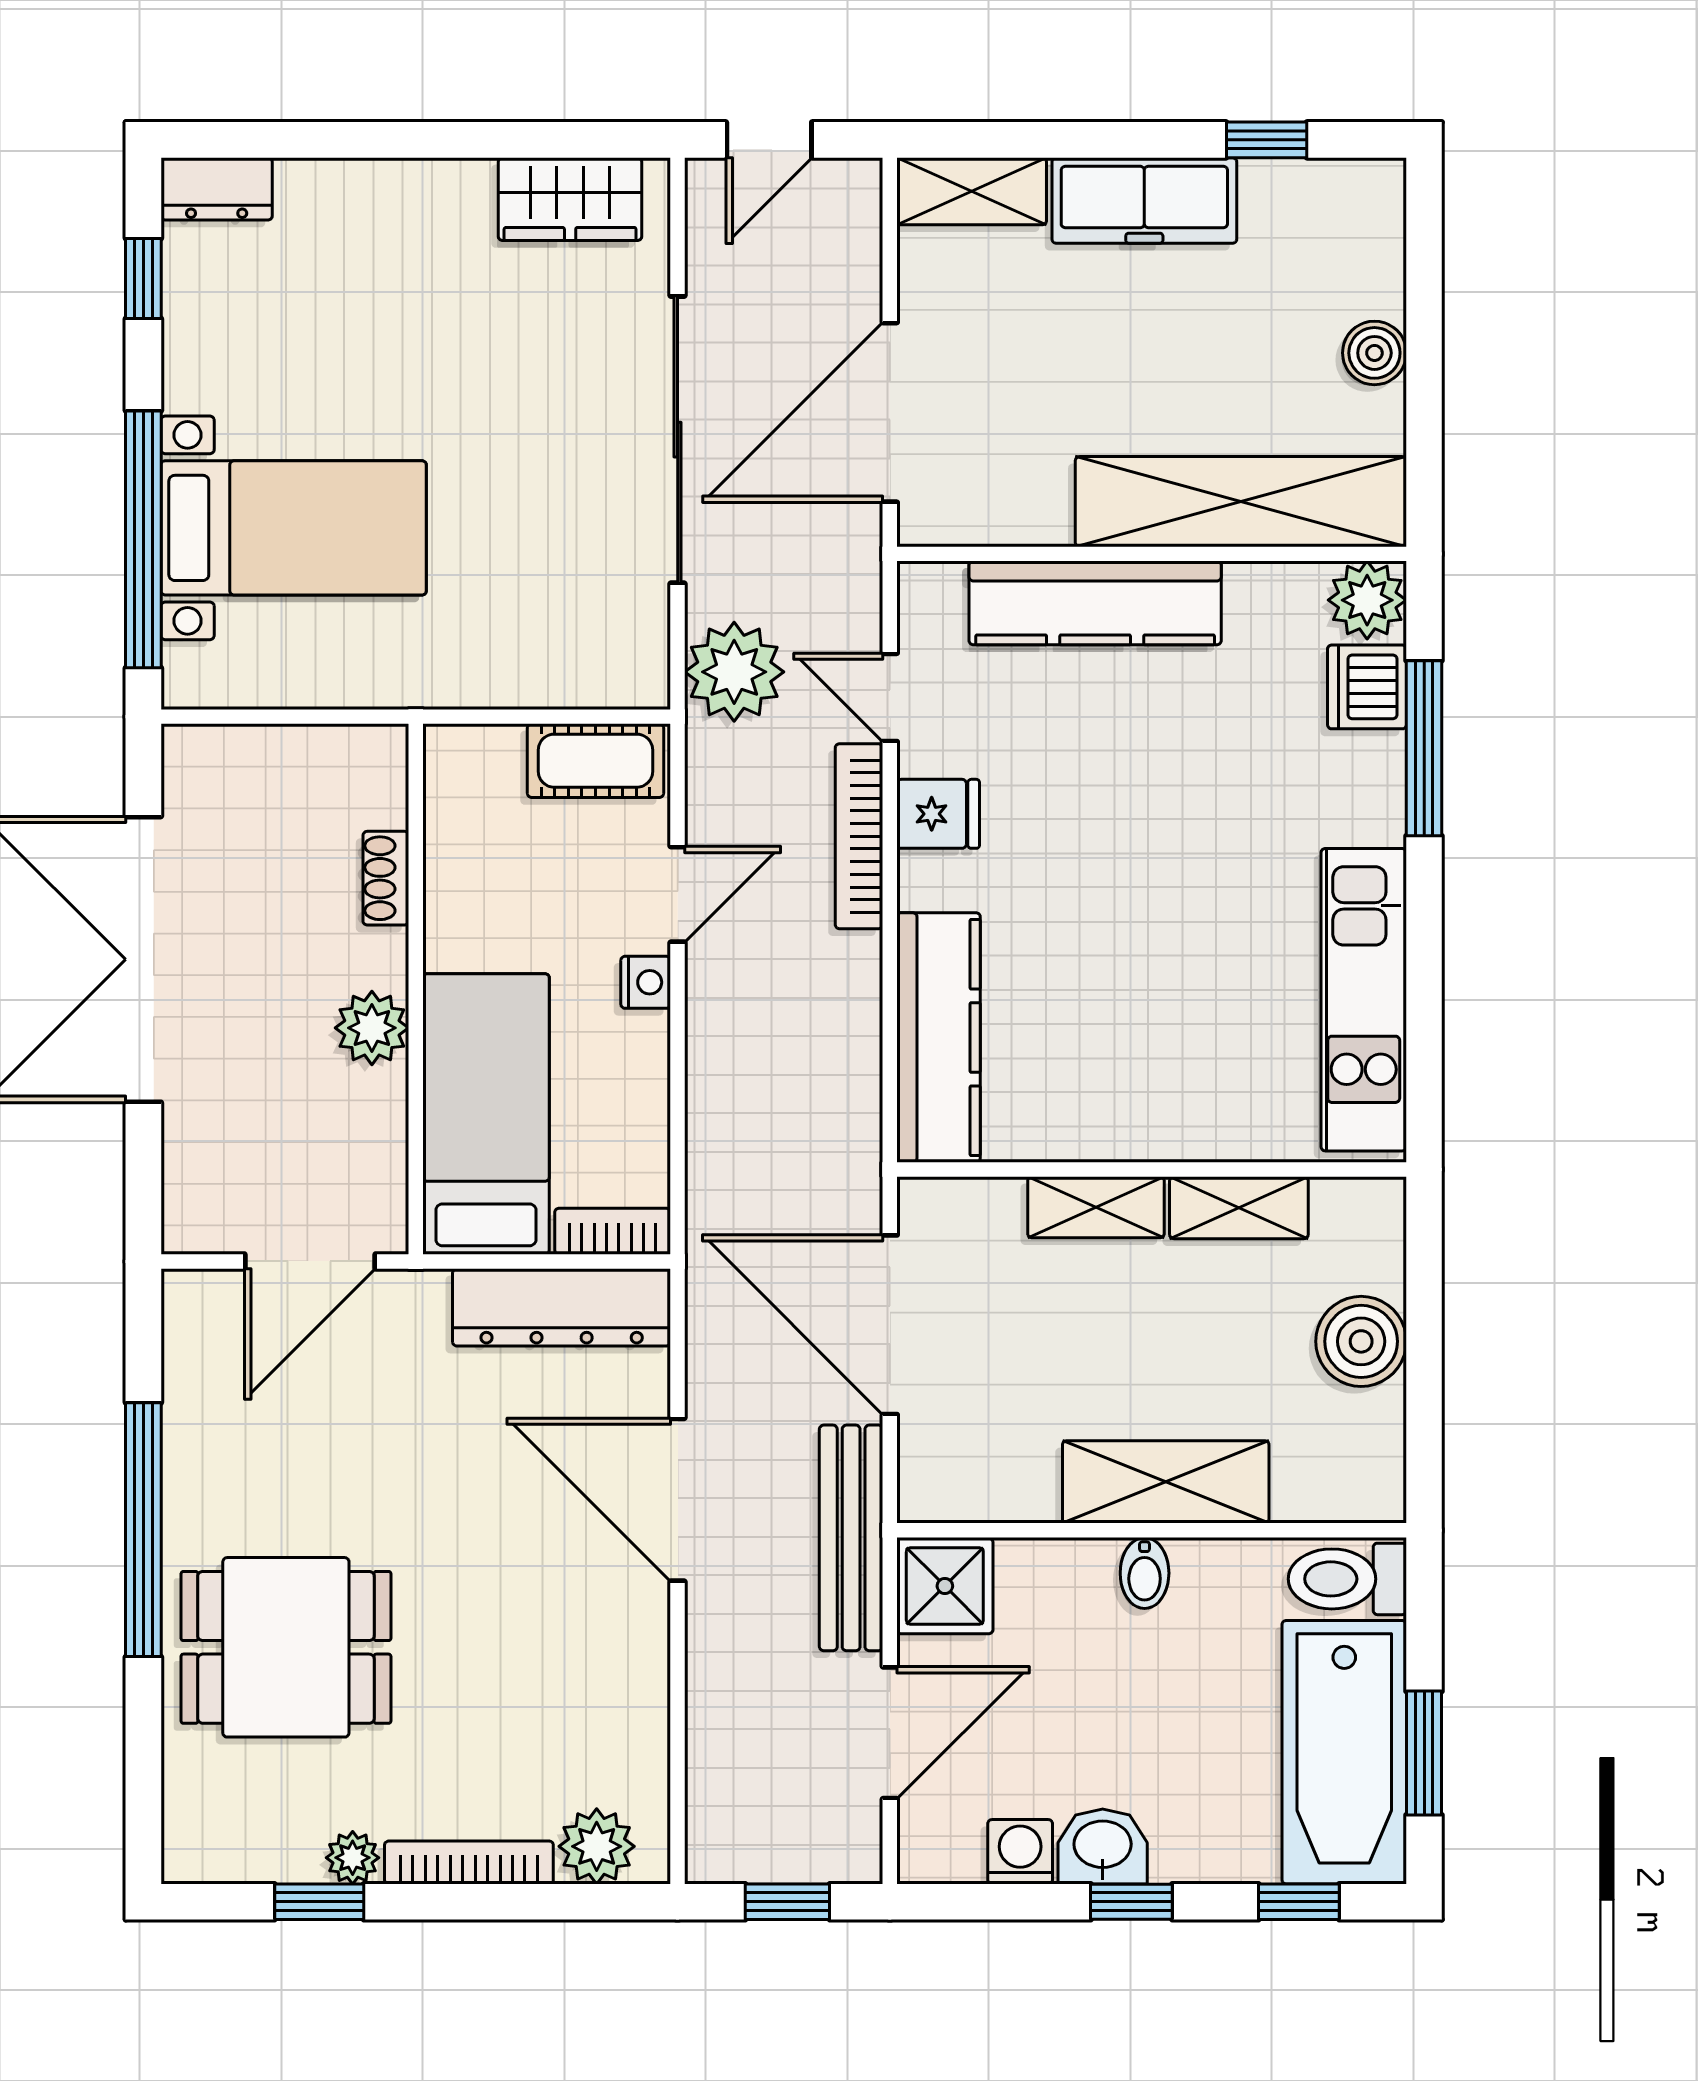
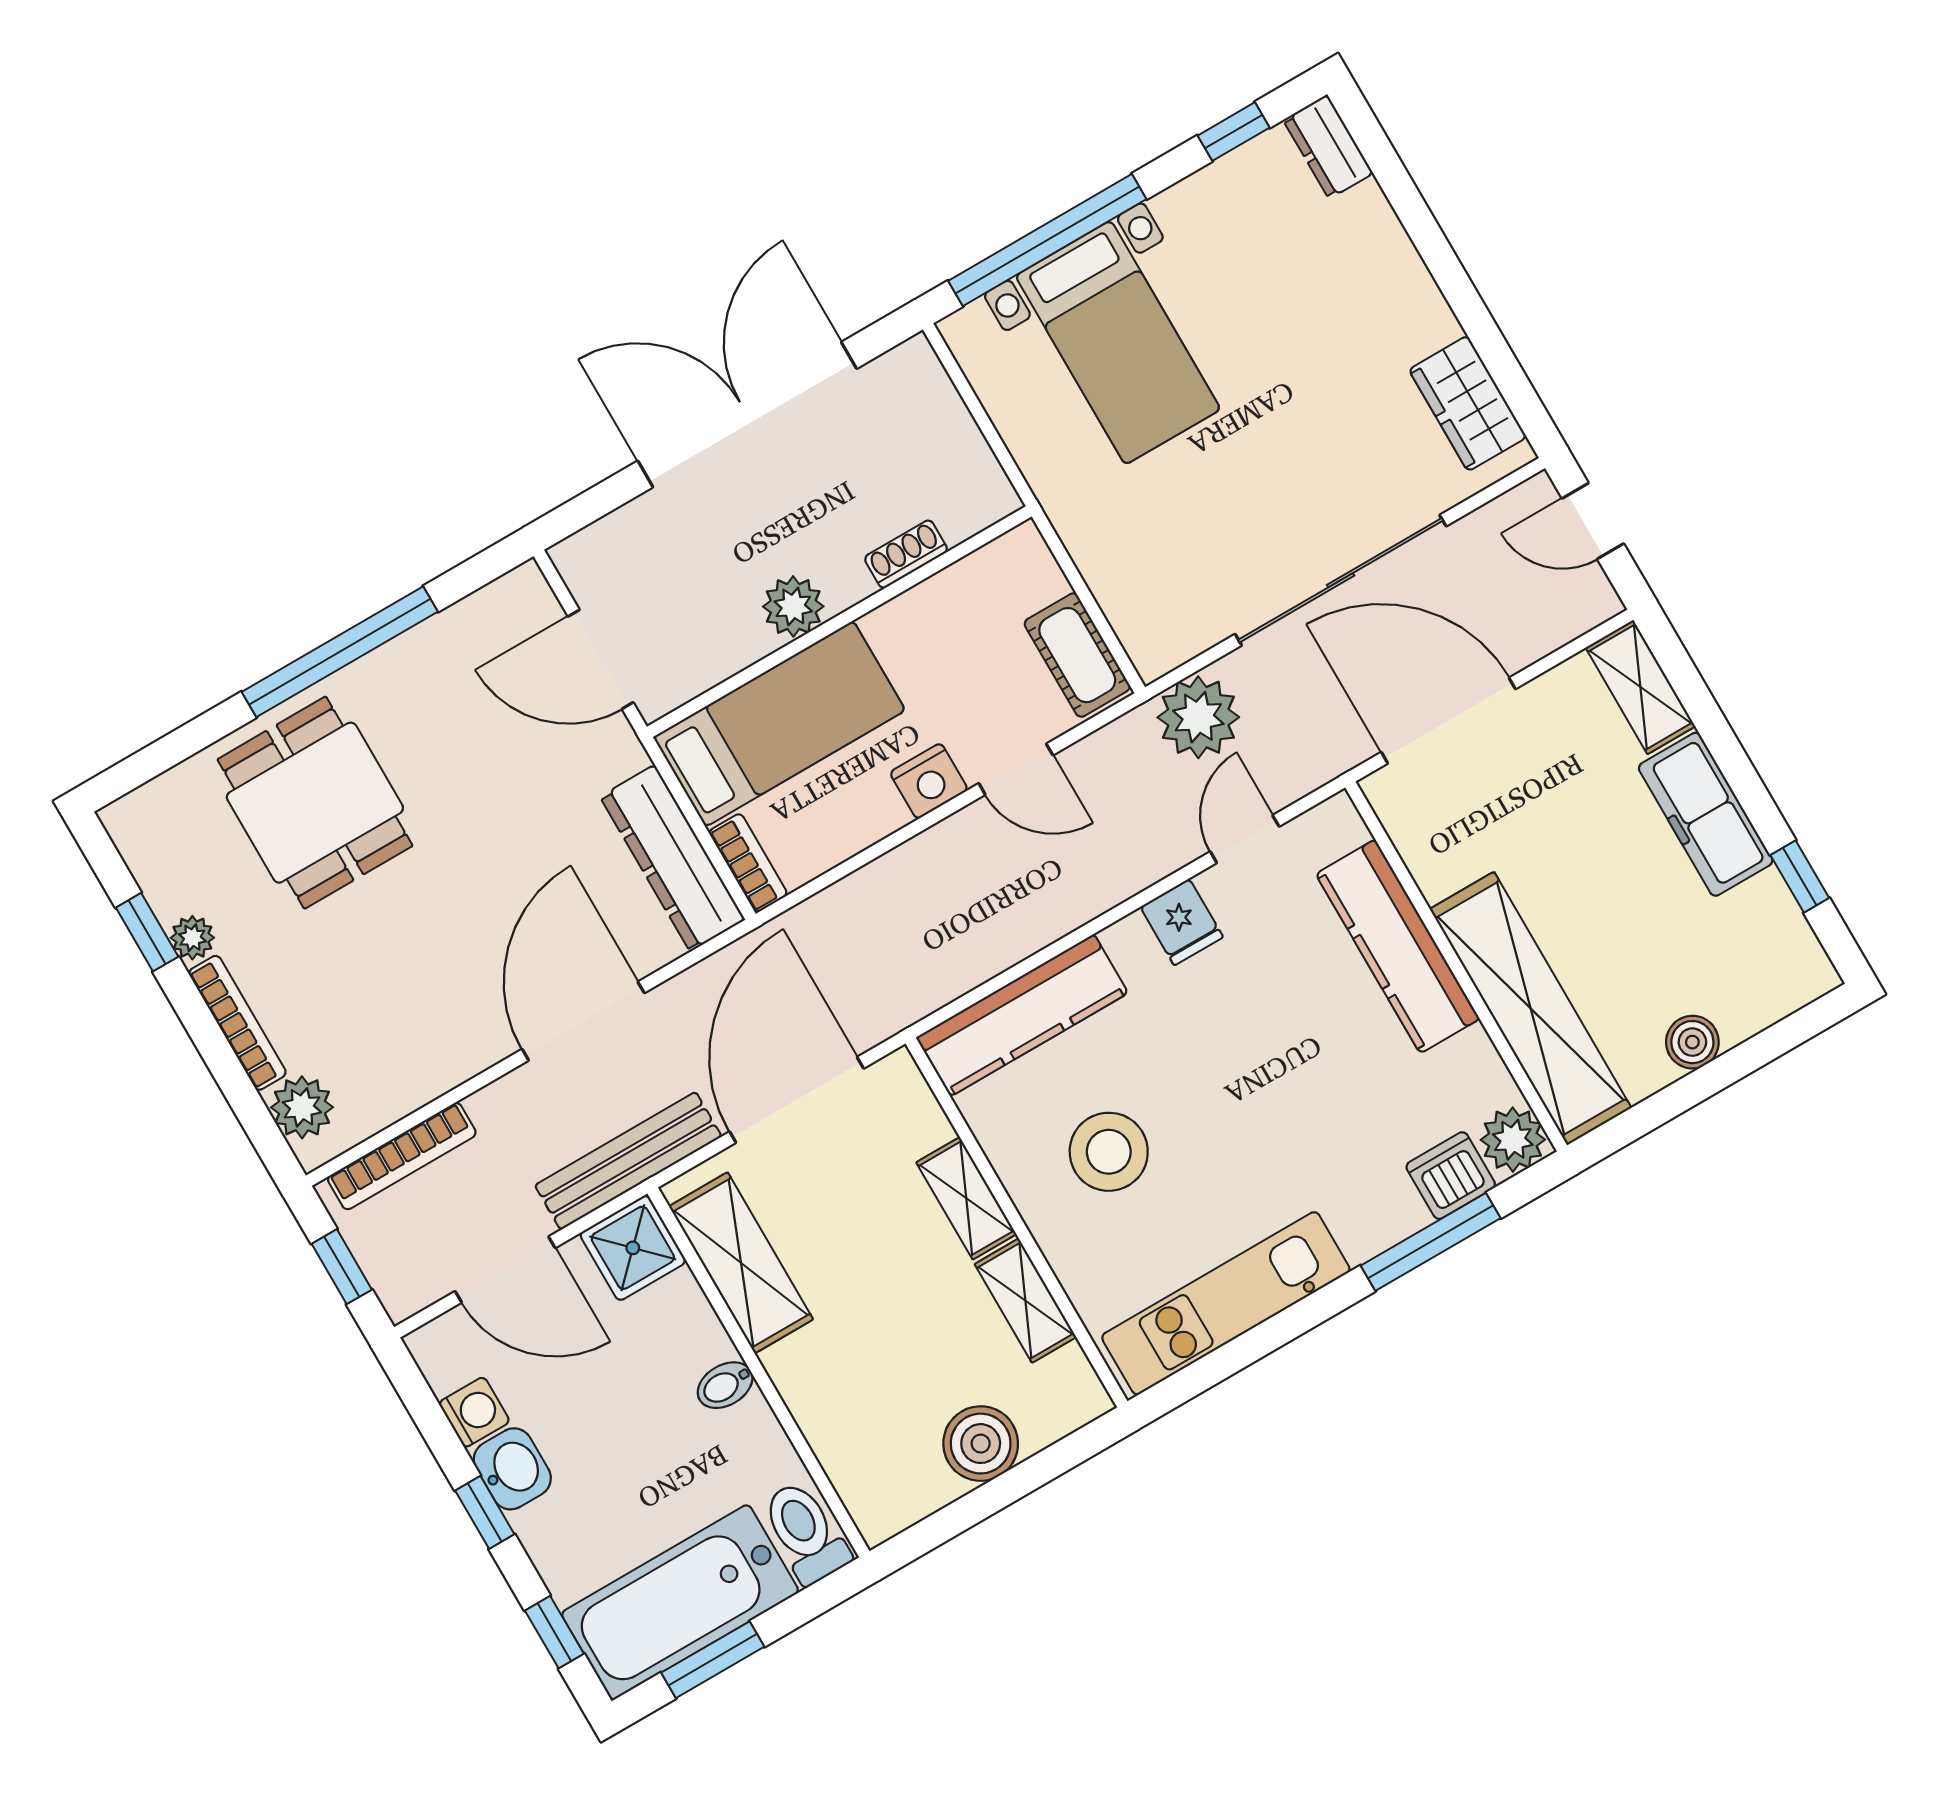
bookcase: (859, 836) -> (402, 1156), moved, turned 180
nightstand: (646, 982) -> (929, 781), width x1.39, depth x1.35
stool: (1134, 1030) -> (1109, 1152), added
shelving: (1166, 1482) -> (741, 1263), moved

